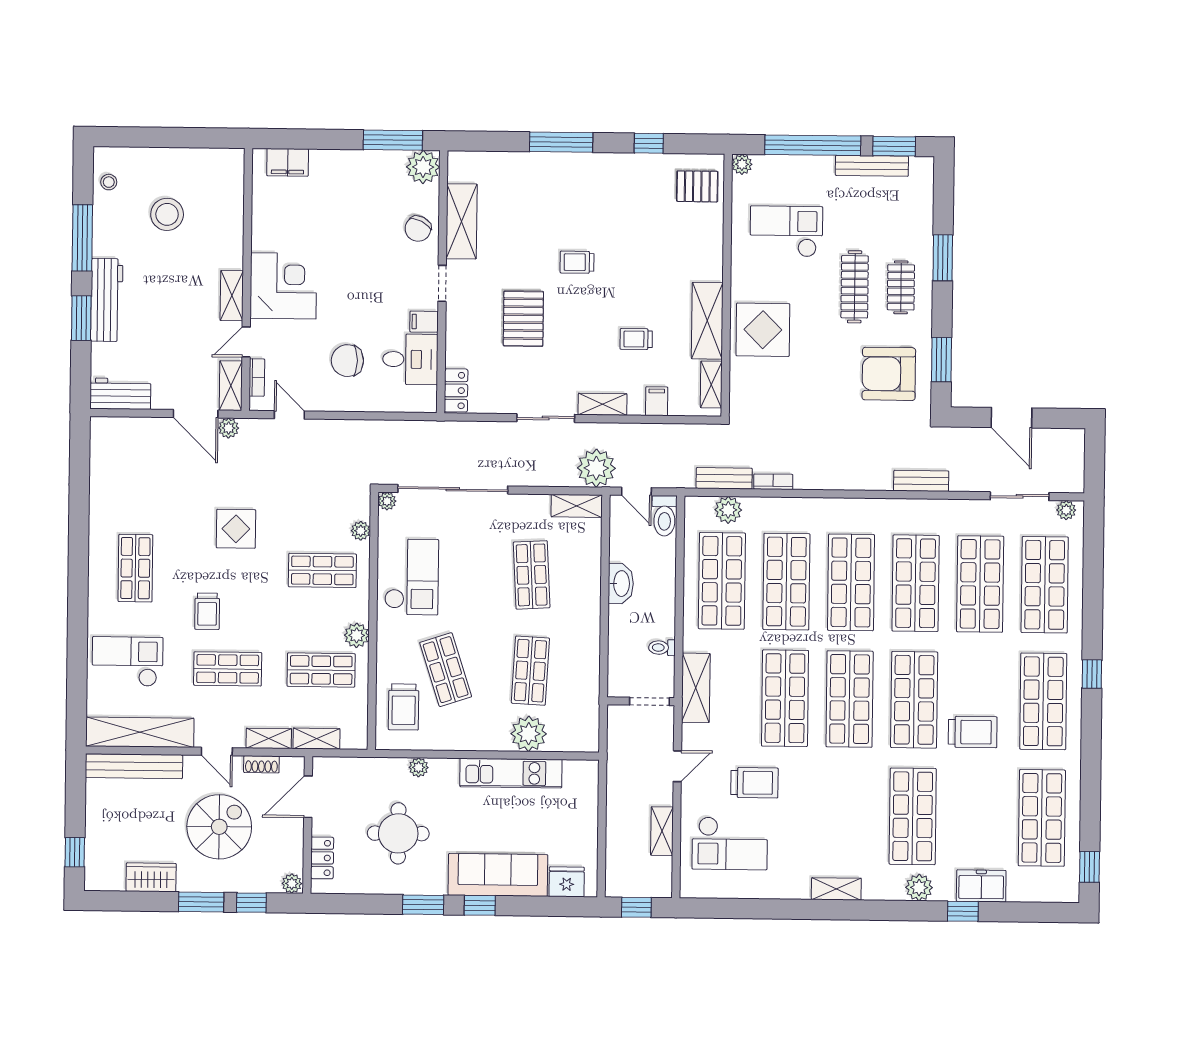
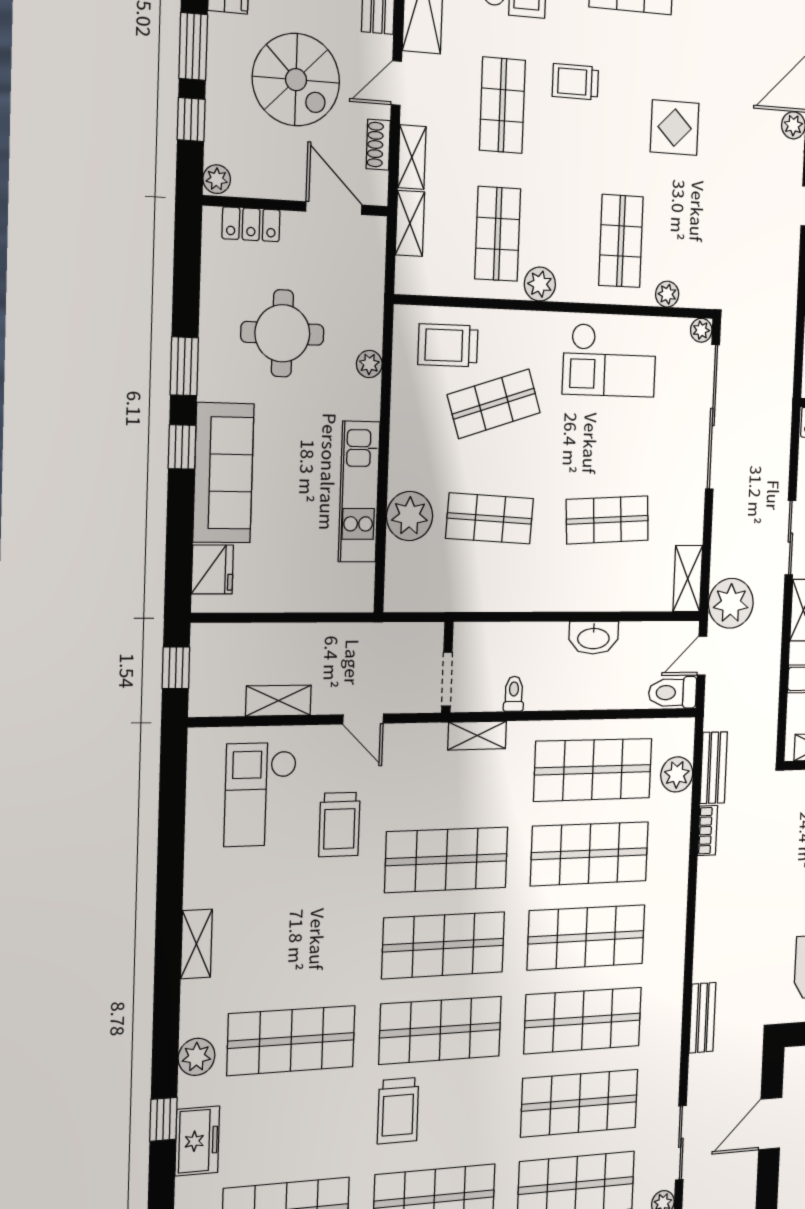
shelving: (696, 688) -> (477, 735), width x0.67, depth x0.75

